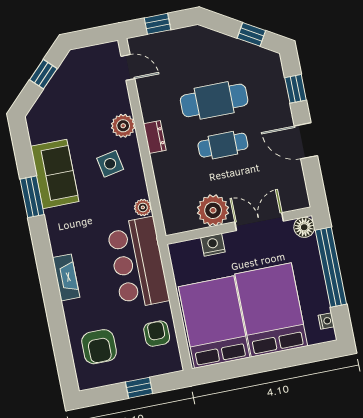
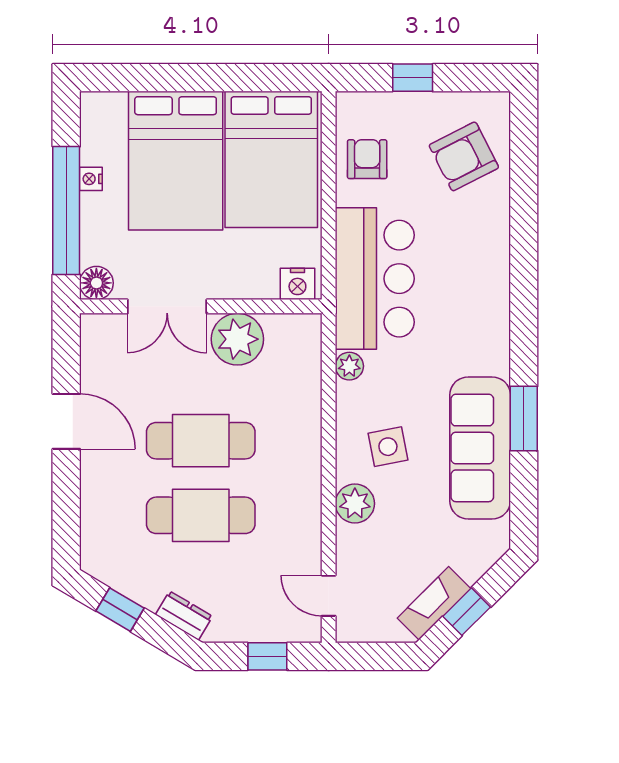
window: (296, 89) -> (66, 508), removed
dresser: (155, 137) -> (184, 616), moved, turned 121
cafe table: (223, 145) -> (201, 441), width x1.37, depth x1.35
sofa: (55, 174) -> (480, 448), width x1.36
nightstand: (213, 245) -> (297, 284), moved
fireplace: (66, 277) -> (434, 603), moved, turned 45
nightstand: (326, 321) -> (91, 179), moved
armchair: (157, 334) -> (367, 159), turned 180
armchair: (99, 347) -> (464, 156), turned -117

